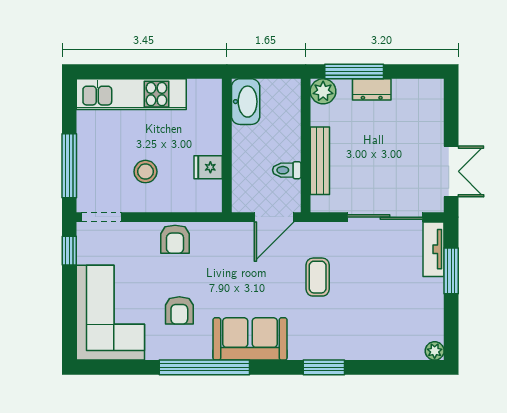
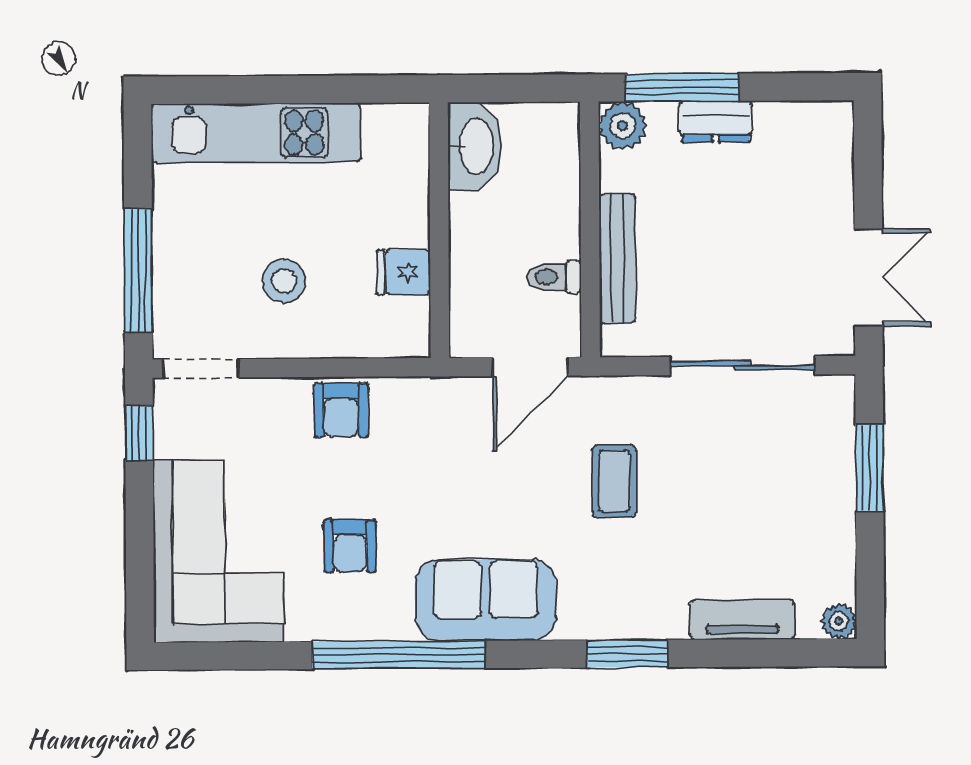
tv unit: (434, 249) -> (742, 619), moved, turned 90

